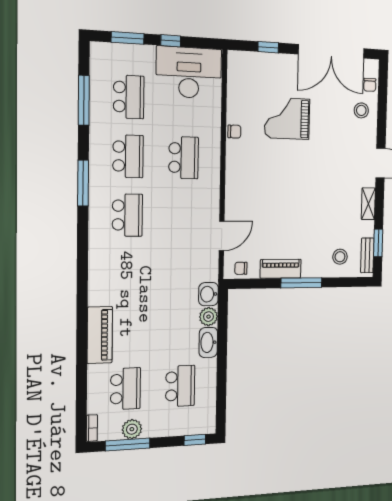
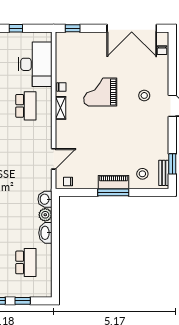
window: (268, 47) -> (73, 28), moved
desk: (189, 72) -> (35, 64), moved, turned 90
stool: (361, 110) -> (144, 95), moved
grand piano: (287, 118) -> (100, 92), moved
shelving: (368, 204) -> (61, 108), moved
piano: (281, 269) -> (114, 182), moved
window: (195, 440) -> (23, 301), moved

